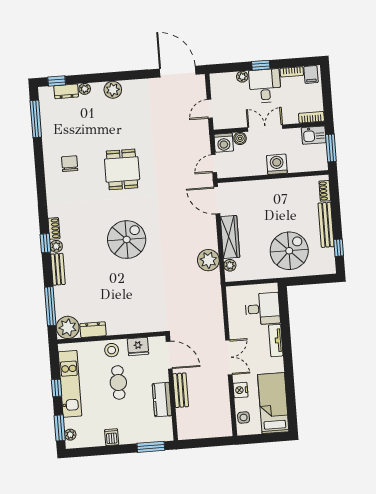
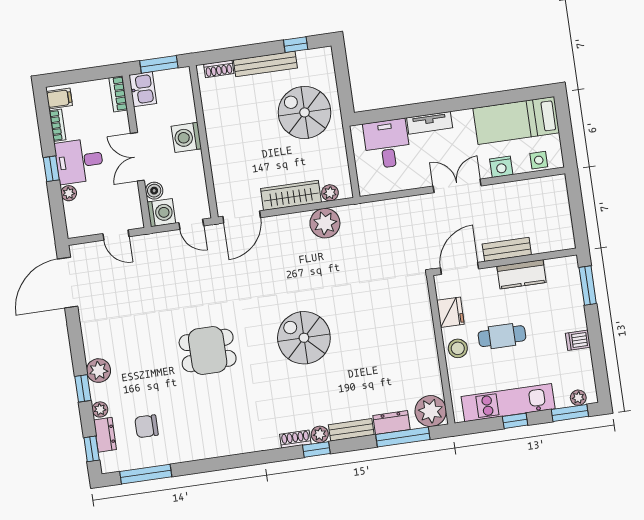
window: (101, 78) -> (83, 388), added
chair: (70, 164) -> (146, 426), moved
dresser: (93, 330) -> (392, 423), moved, turned 90

